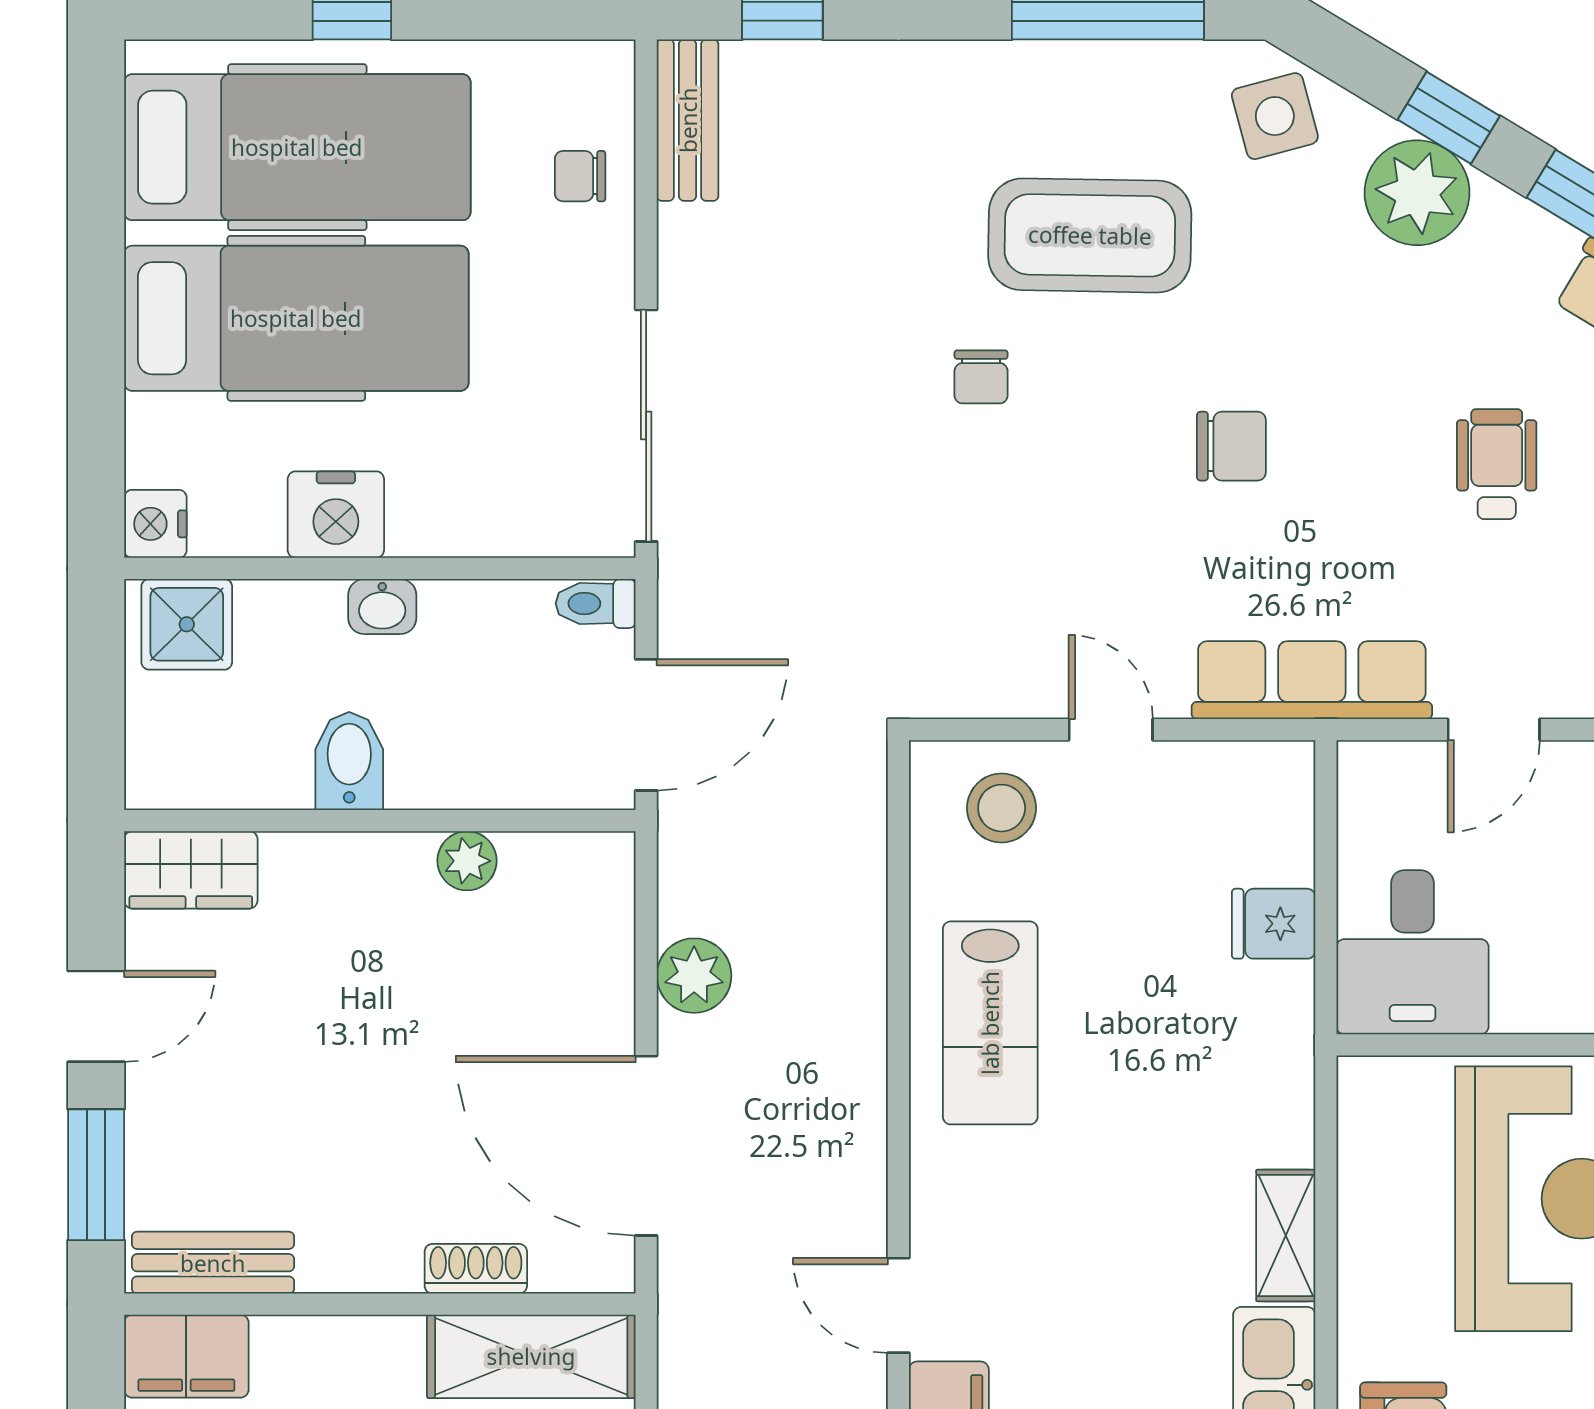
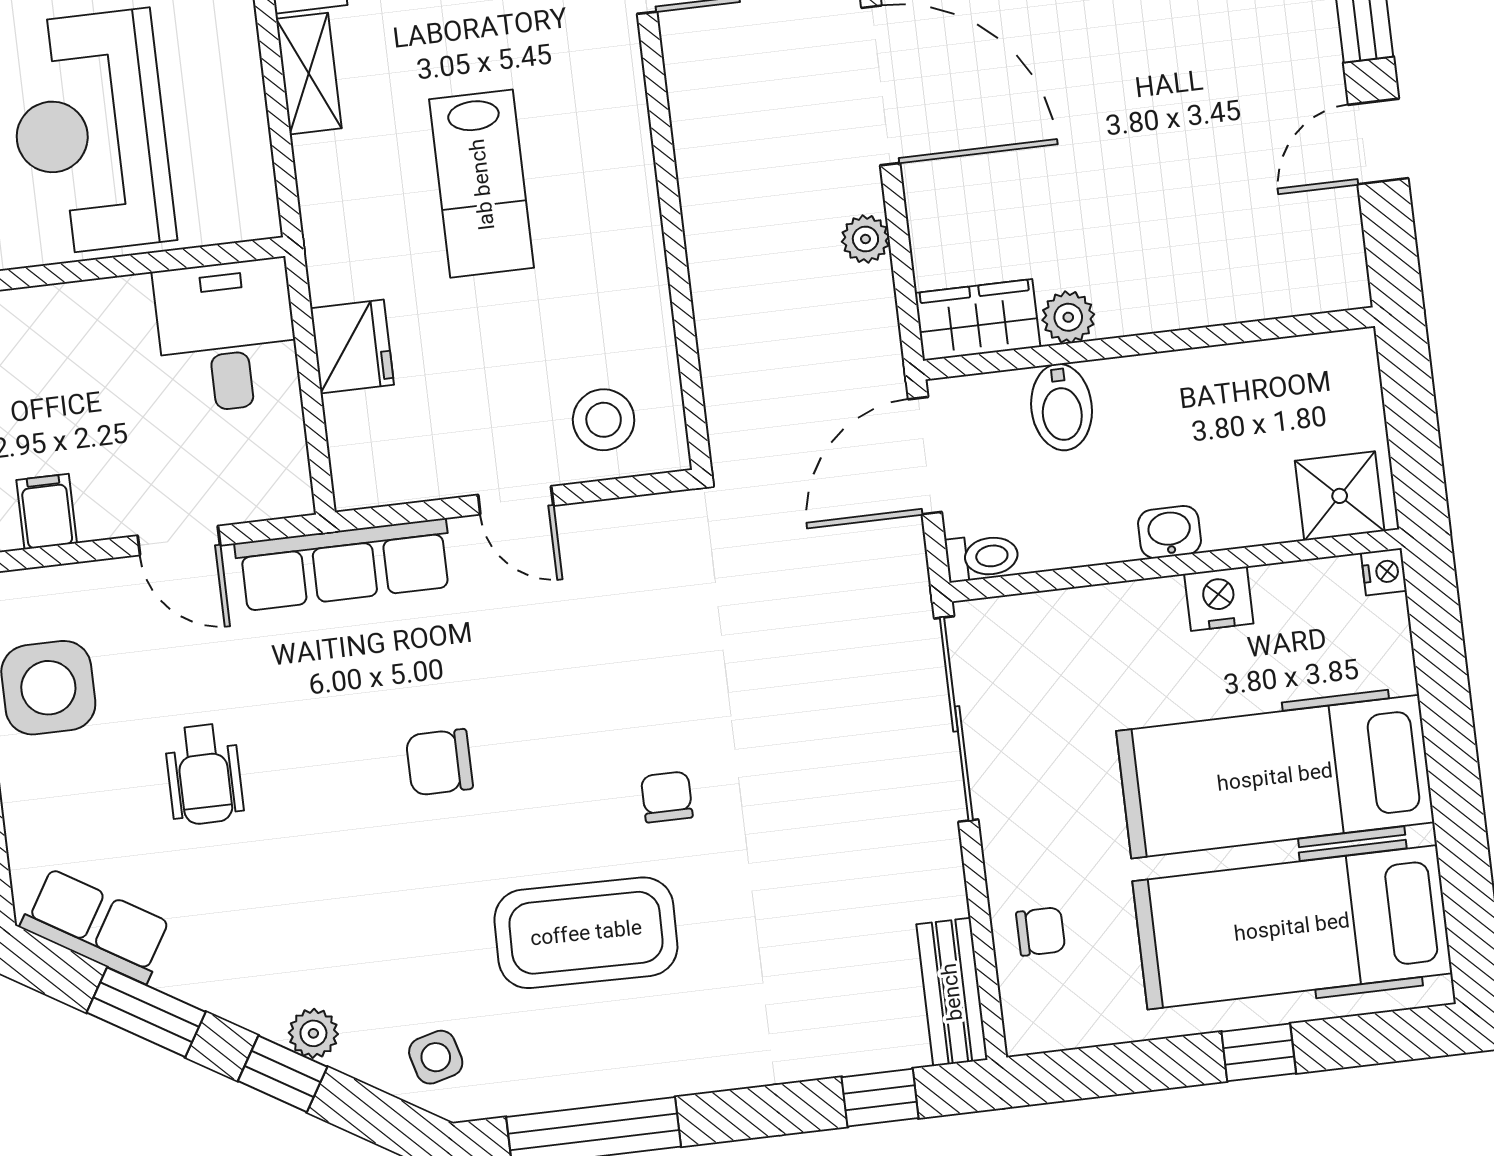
side table: (1275, 116) -> (436, 1057), width x0.73, depth x0.73
plant: (1417, 193) -> (313, 1033), width x0.53, depth x0.53
nightstand: (336, 515) -> (1219, 599), width x0.74, depth x0.75
nightstand: (155, 524) -> (1384, 572), width x0.72, depth x0.74
door: (1494, 730) -> (179, 540), swing flipped
bidet: (349, 761) -> (1062, 407), moved
wardrobe: (191, 870) -> (978, 320), moved
fridge: (1274, 924) -> (352, 347), width x1.38
plant: (694, 976) -> (865, 239), width x0.73, depth x0.73
lab bench: (990, 1023) -> (482, 184), moved, turned 180

